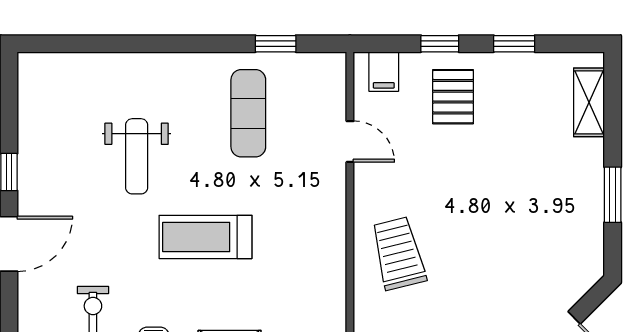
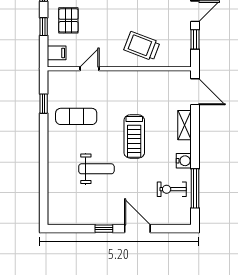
pallet: (453, 97) -> (68, 20), turned 90
trolley: (398, 253) -> (142, 46), turned 35

